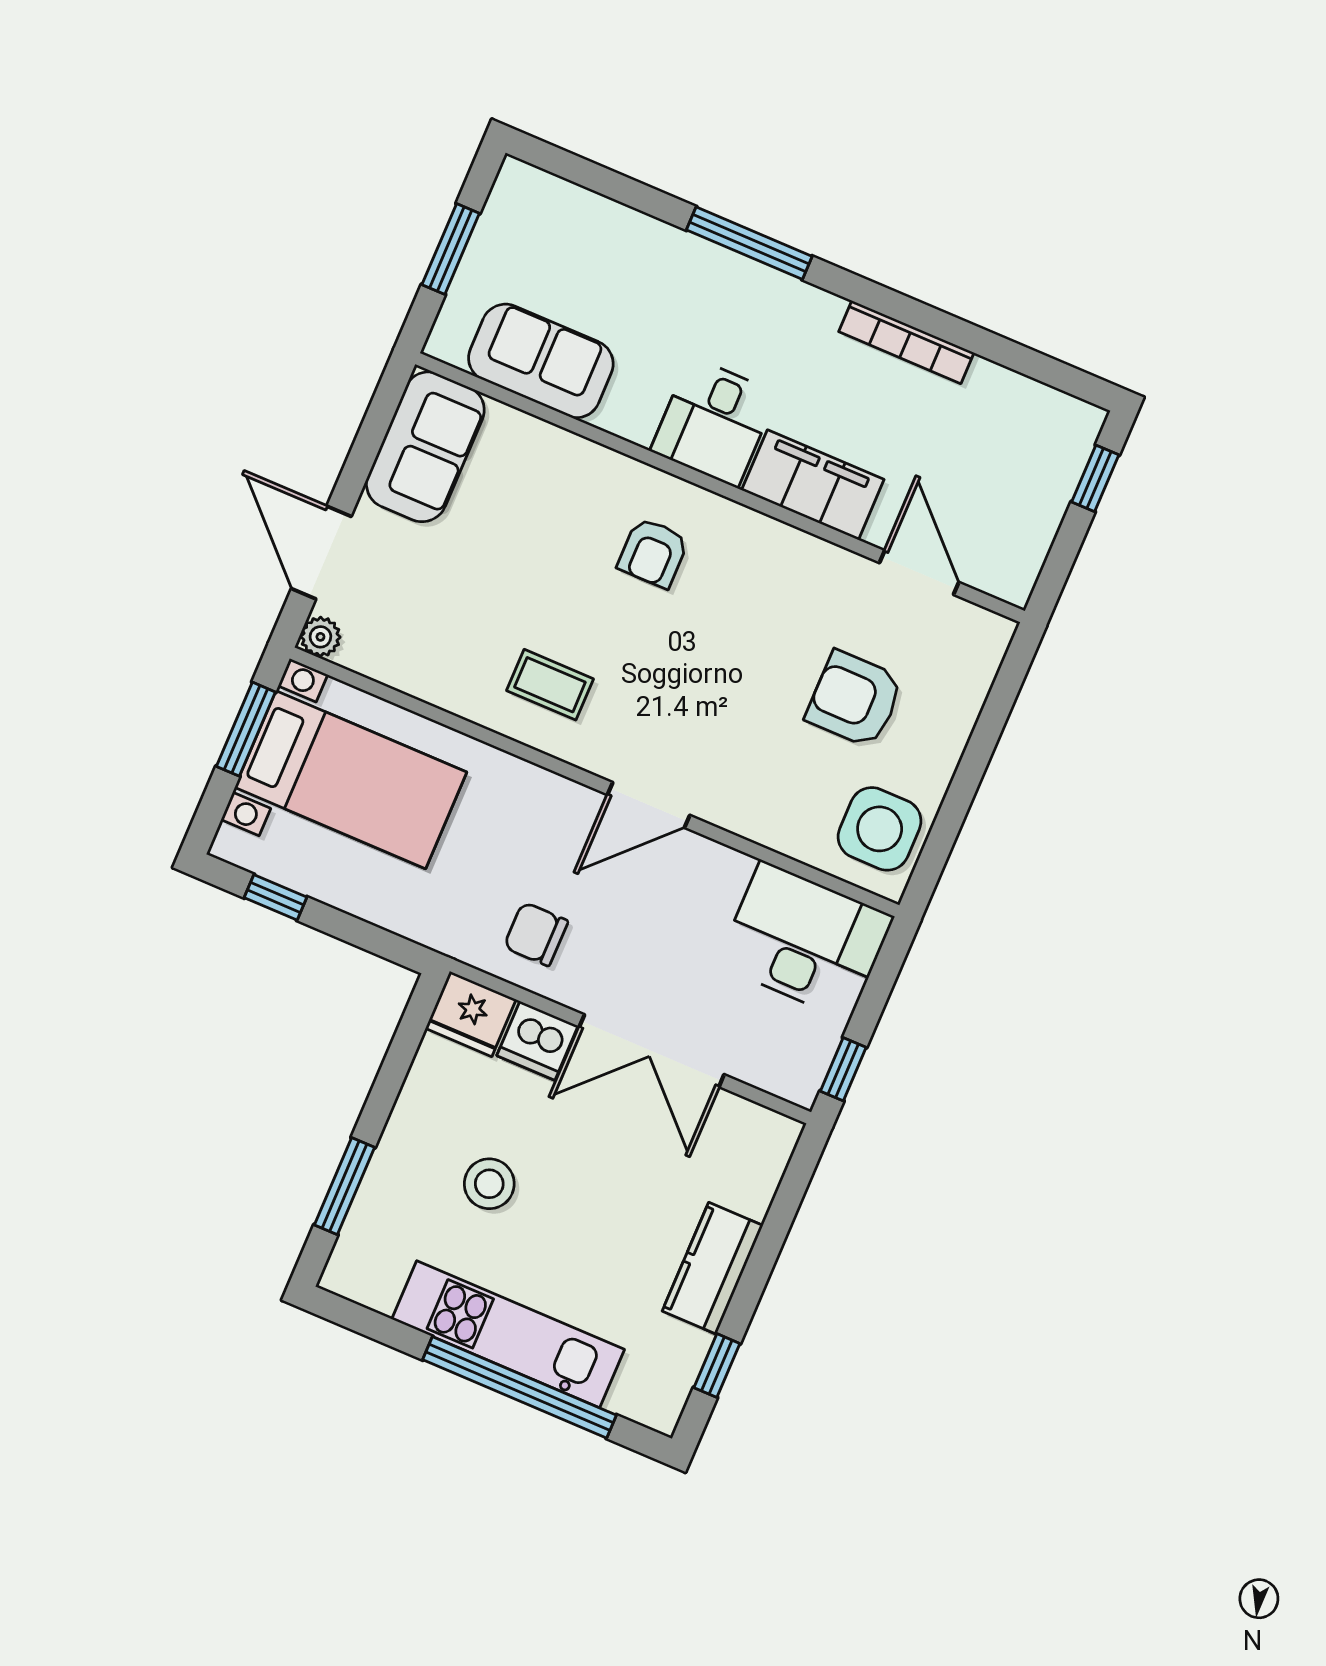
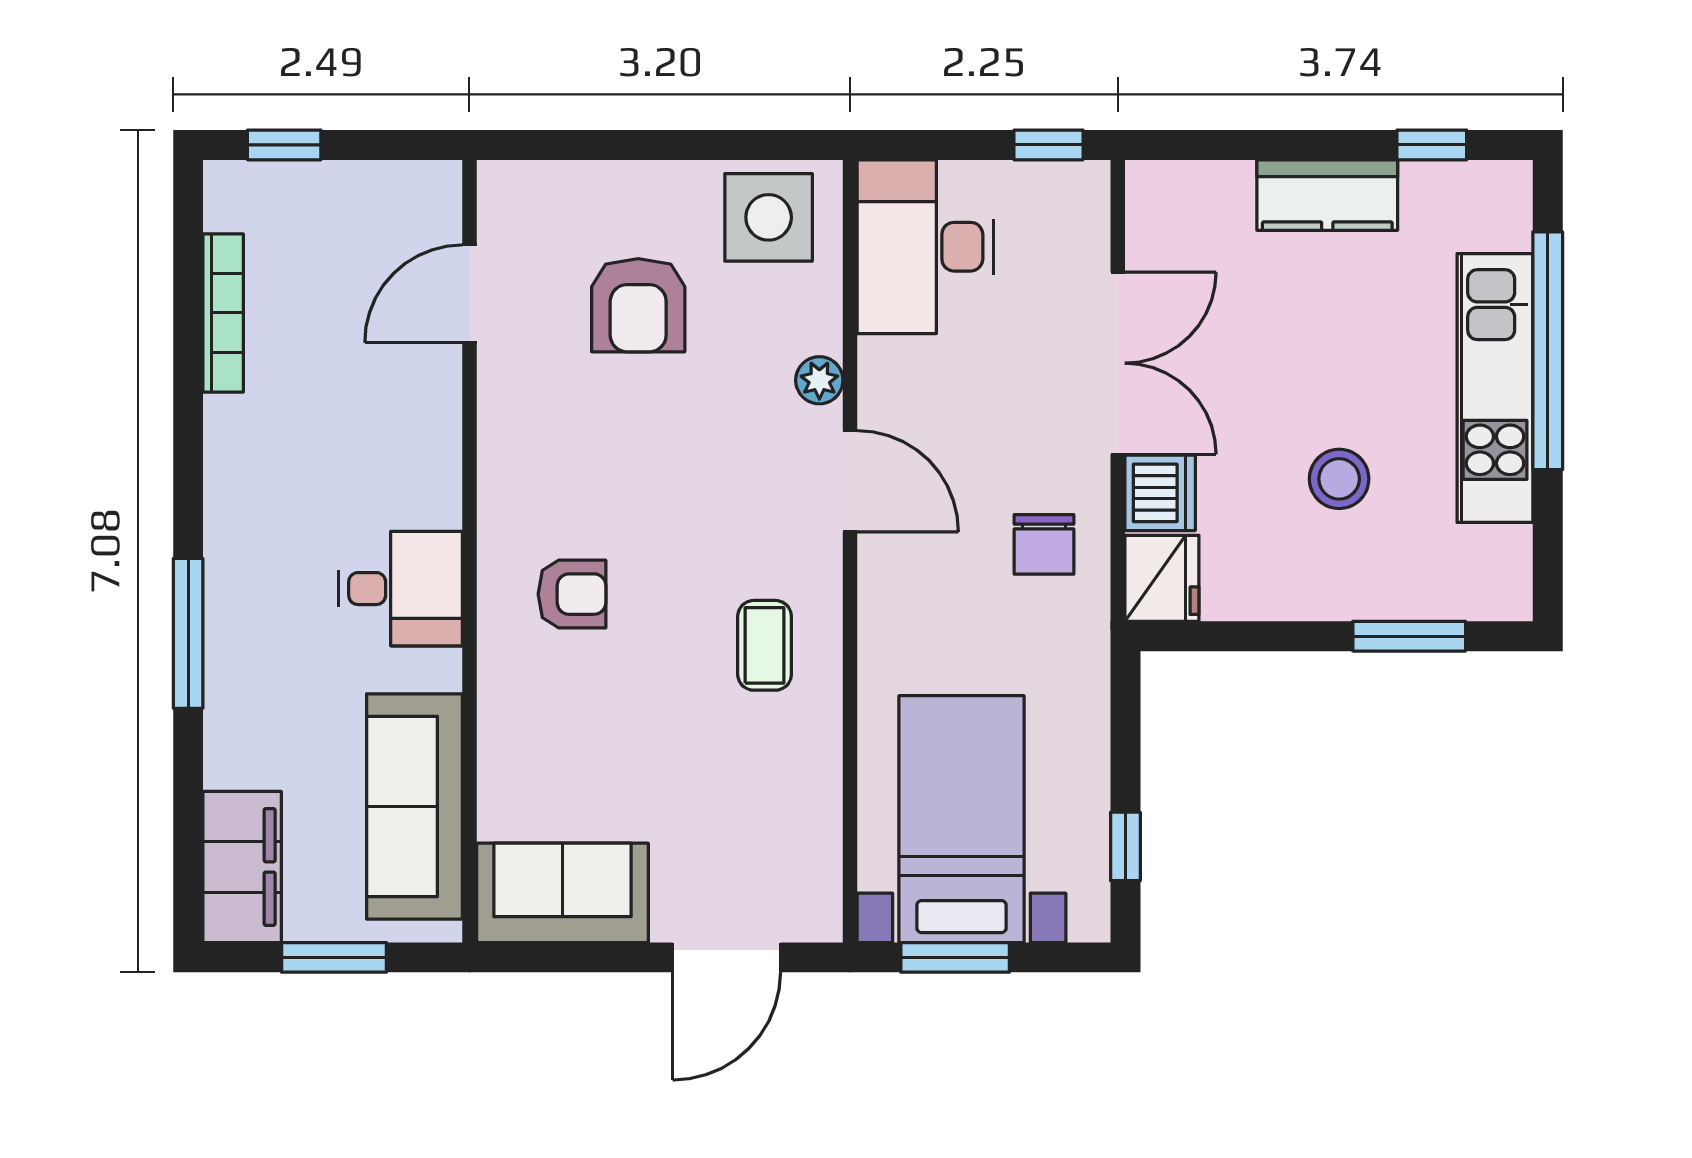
bookcase: (906, 342) -> (223, 313), moved
sofa: (541, 361) -> (414, 806), width x1.36
filing cabinet: (813, 485) -> (242, 867), moved, turned 180
plant: (320, 637) -> (819, 380), moved

